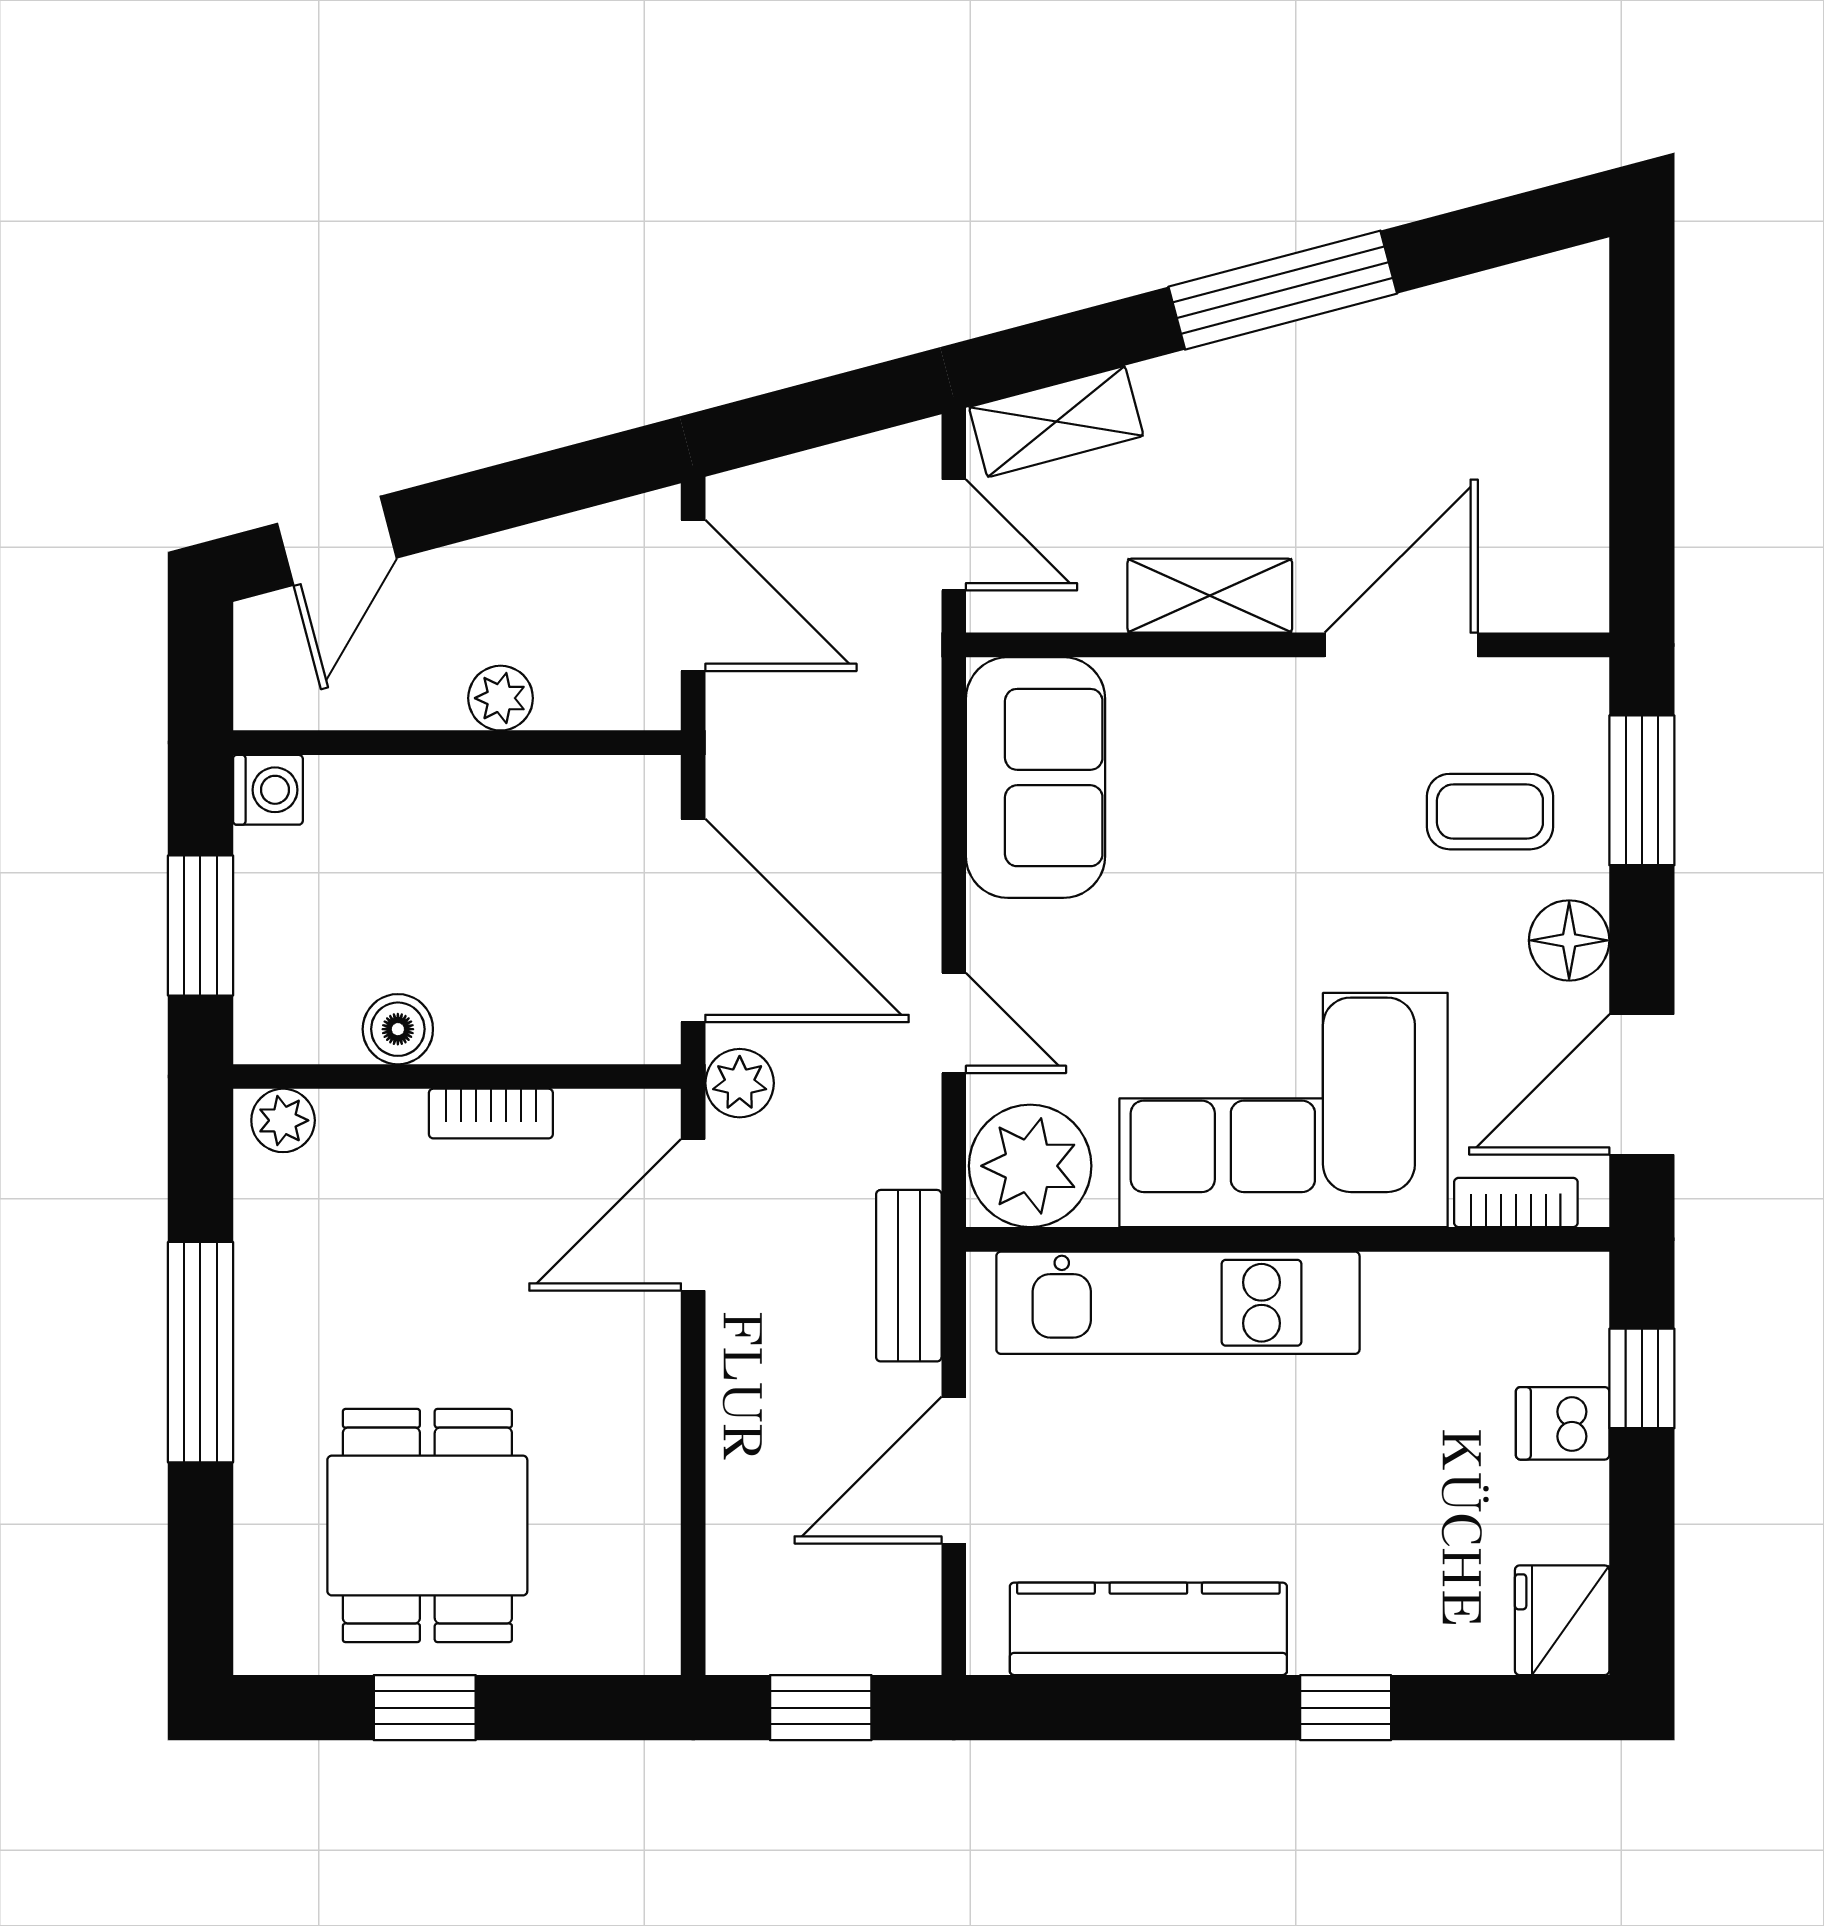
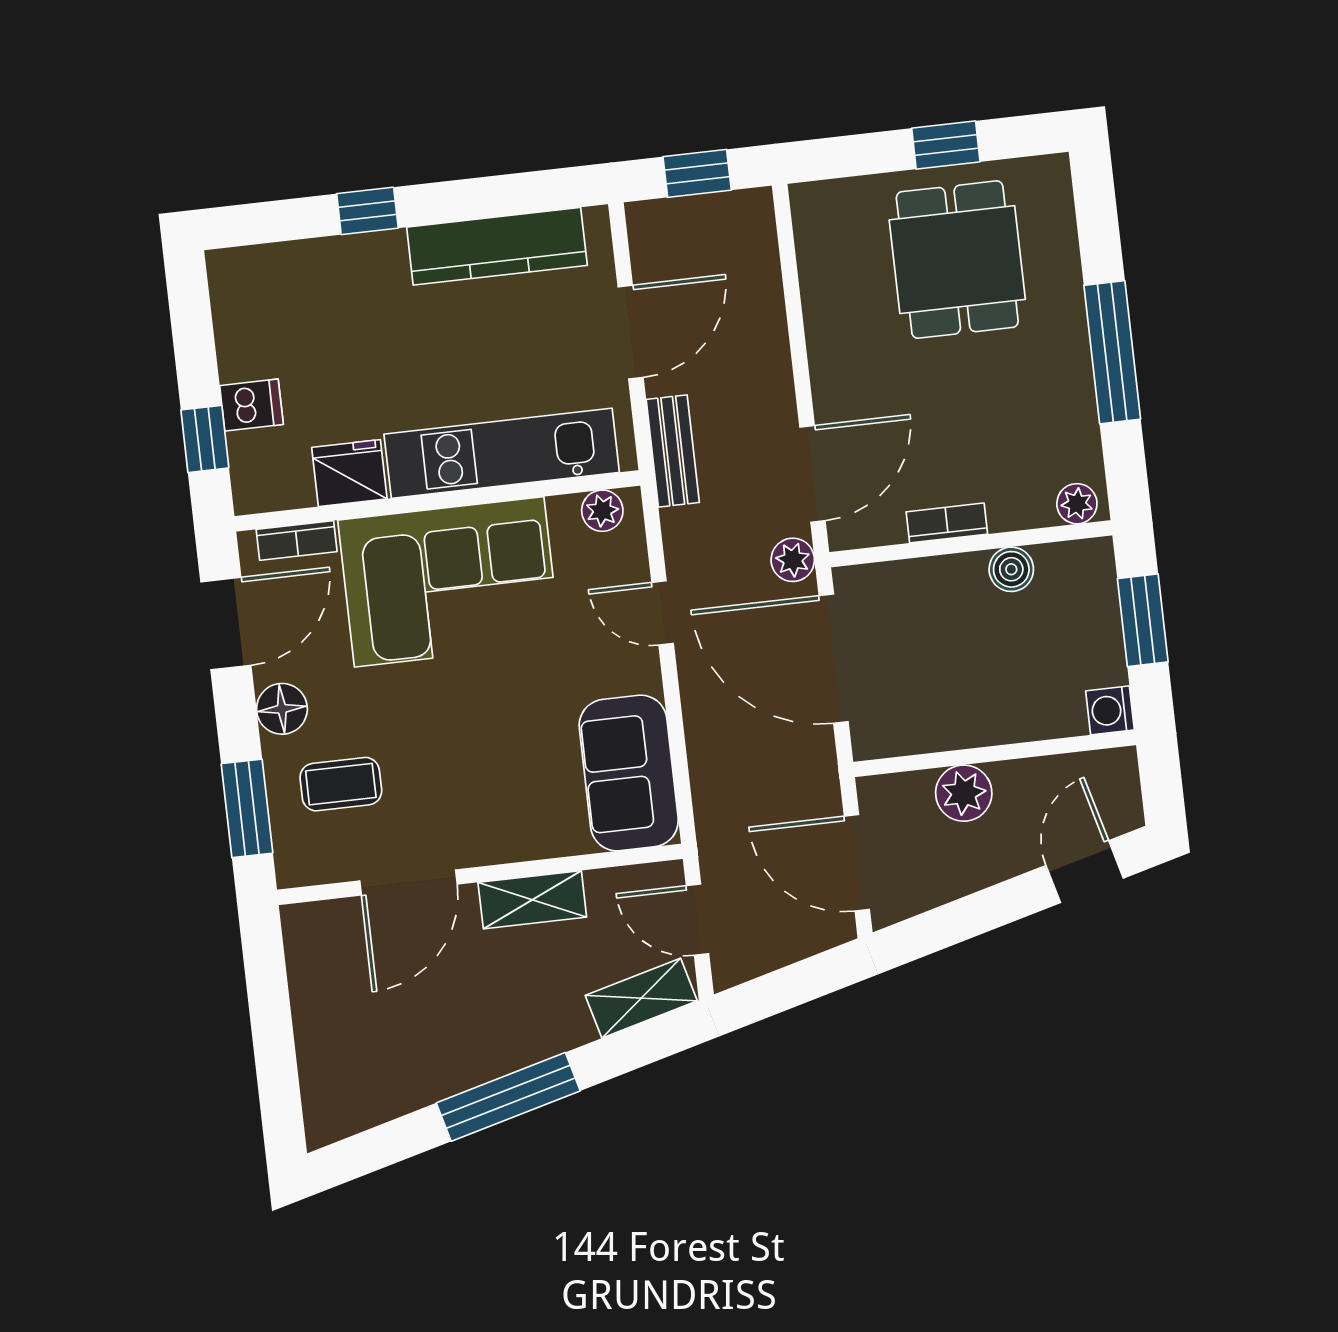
plant: (501, 698) -> (964, 793), width x1.38, depth x1.38
plant: (1030, 1166) -> (602, 511), width x0.53, depth x0.53
fridge: (1562, 1620) -> (349, 473), moved, turned -90

